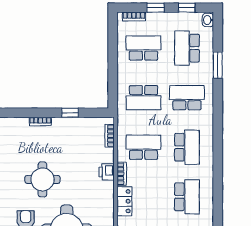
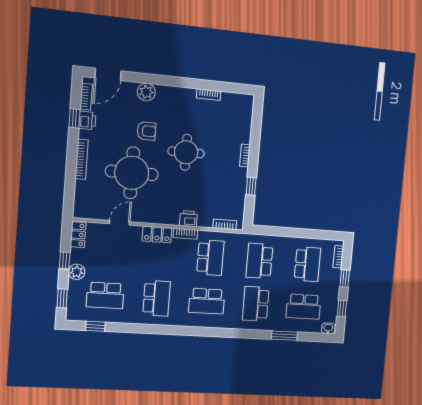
school desk: (187, 48) -> (304, 307), turned 180
school desk: (187, 98) -> (256, 304), turned 180
school desk: (187, 197) -> (157, 298), turned -90

